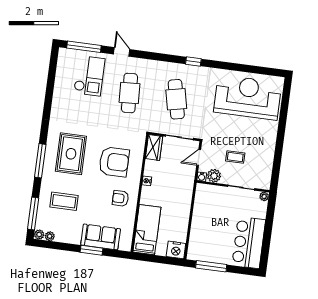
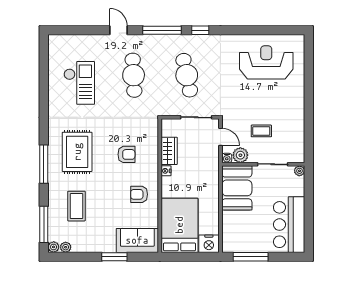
window: (84, 47) -> (162, 30), moved
checkout: (89, 76) -> (79, 83), moved
reception desk: (248, 97) -> (266, 62), width x0.74, depth x0.77
wardrobe: (154, 148) -> (169, 151), moved
door: (199, 157) -> (220, 137), swing flipped
armchair: (114, 162) -> (126, 154), width x0.53, depth x0.53
coffee table: (64, 201) -> (76, 206), turned 90
booth: (207, 204) -> (237, 188), added
bed: (147, 230) -> (179, 225), width x1.50
sofa: (101, 237) -> (137, 240), moved

